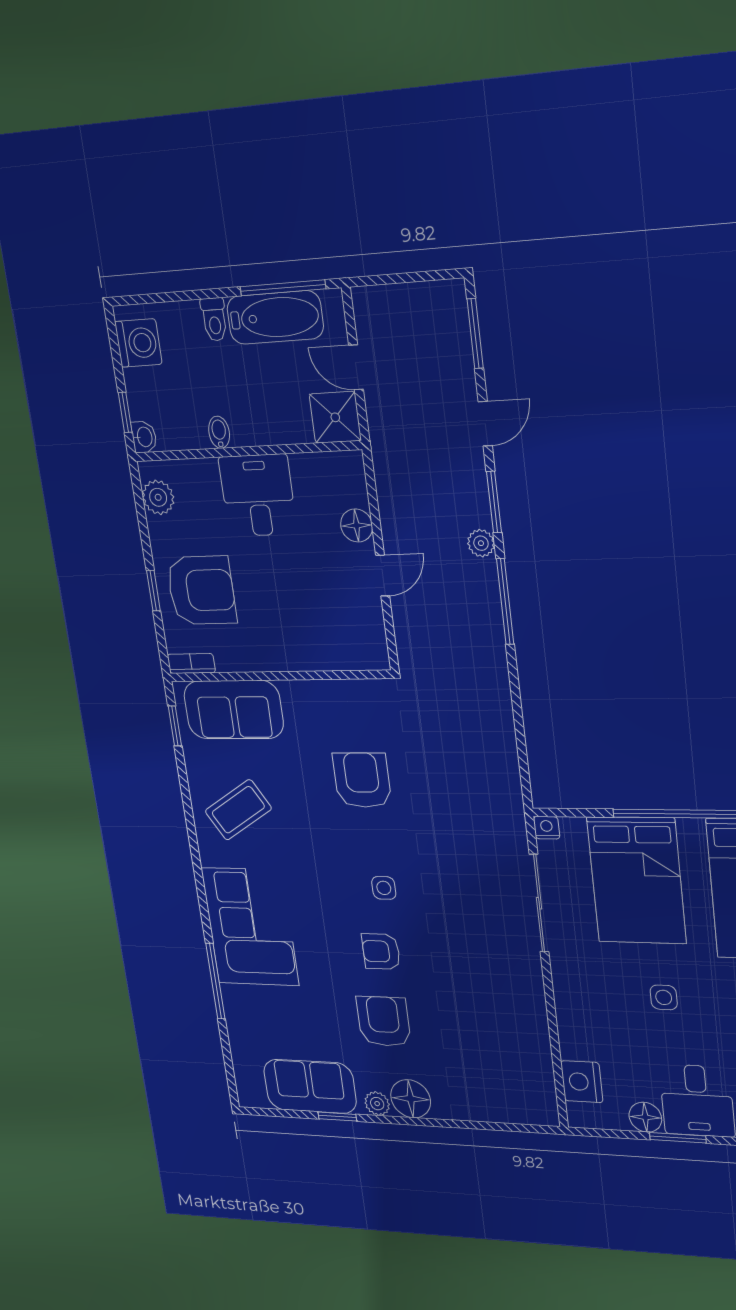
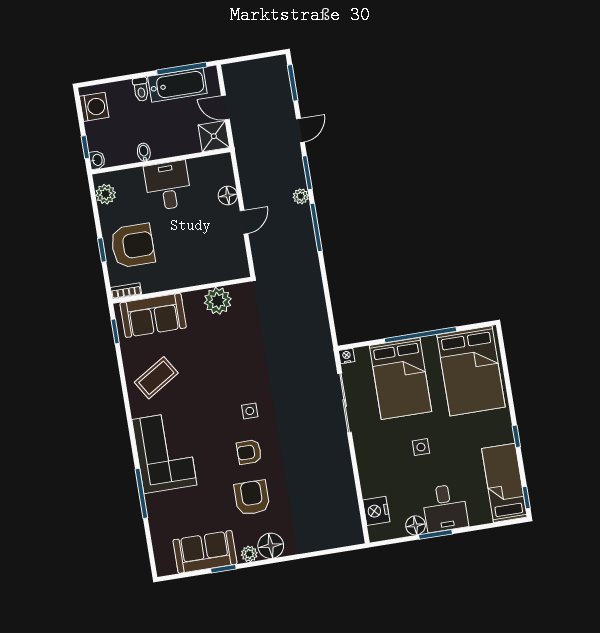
plant: (337, 702) -> (218, 301), added
armchair: (362, 780) -> (235, 346), removed

